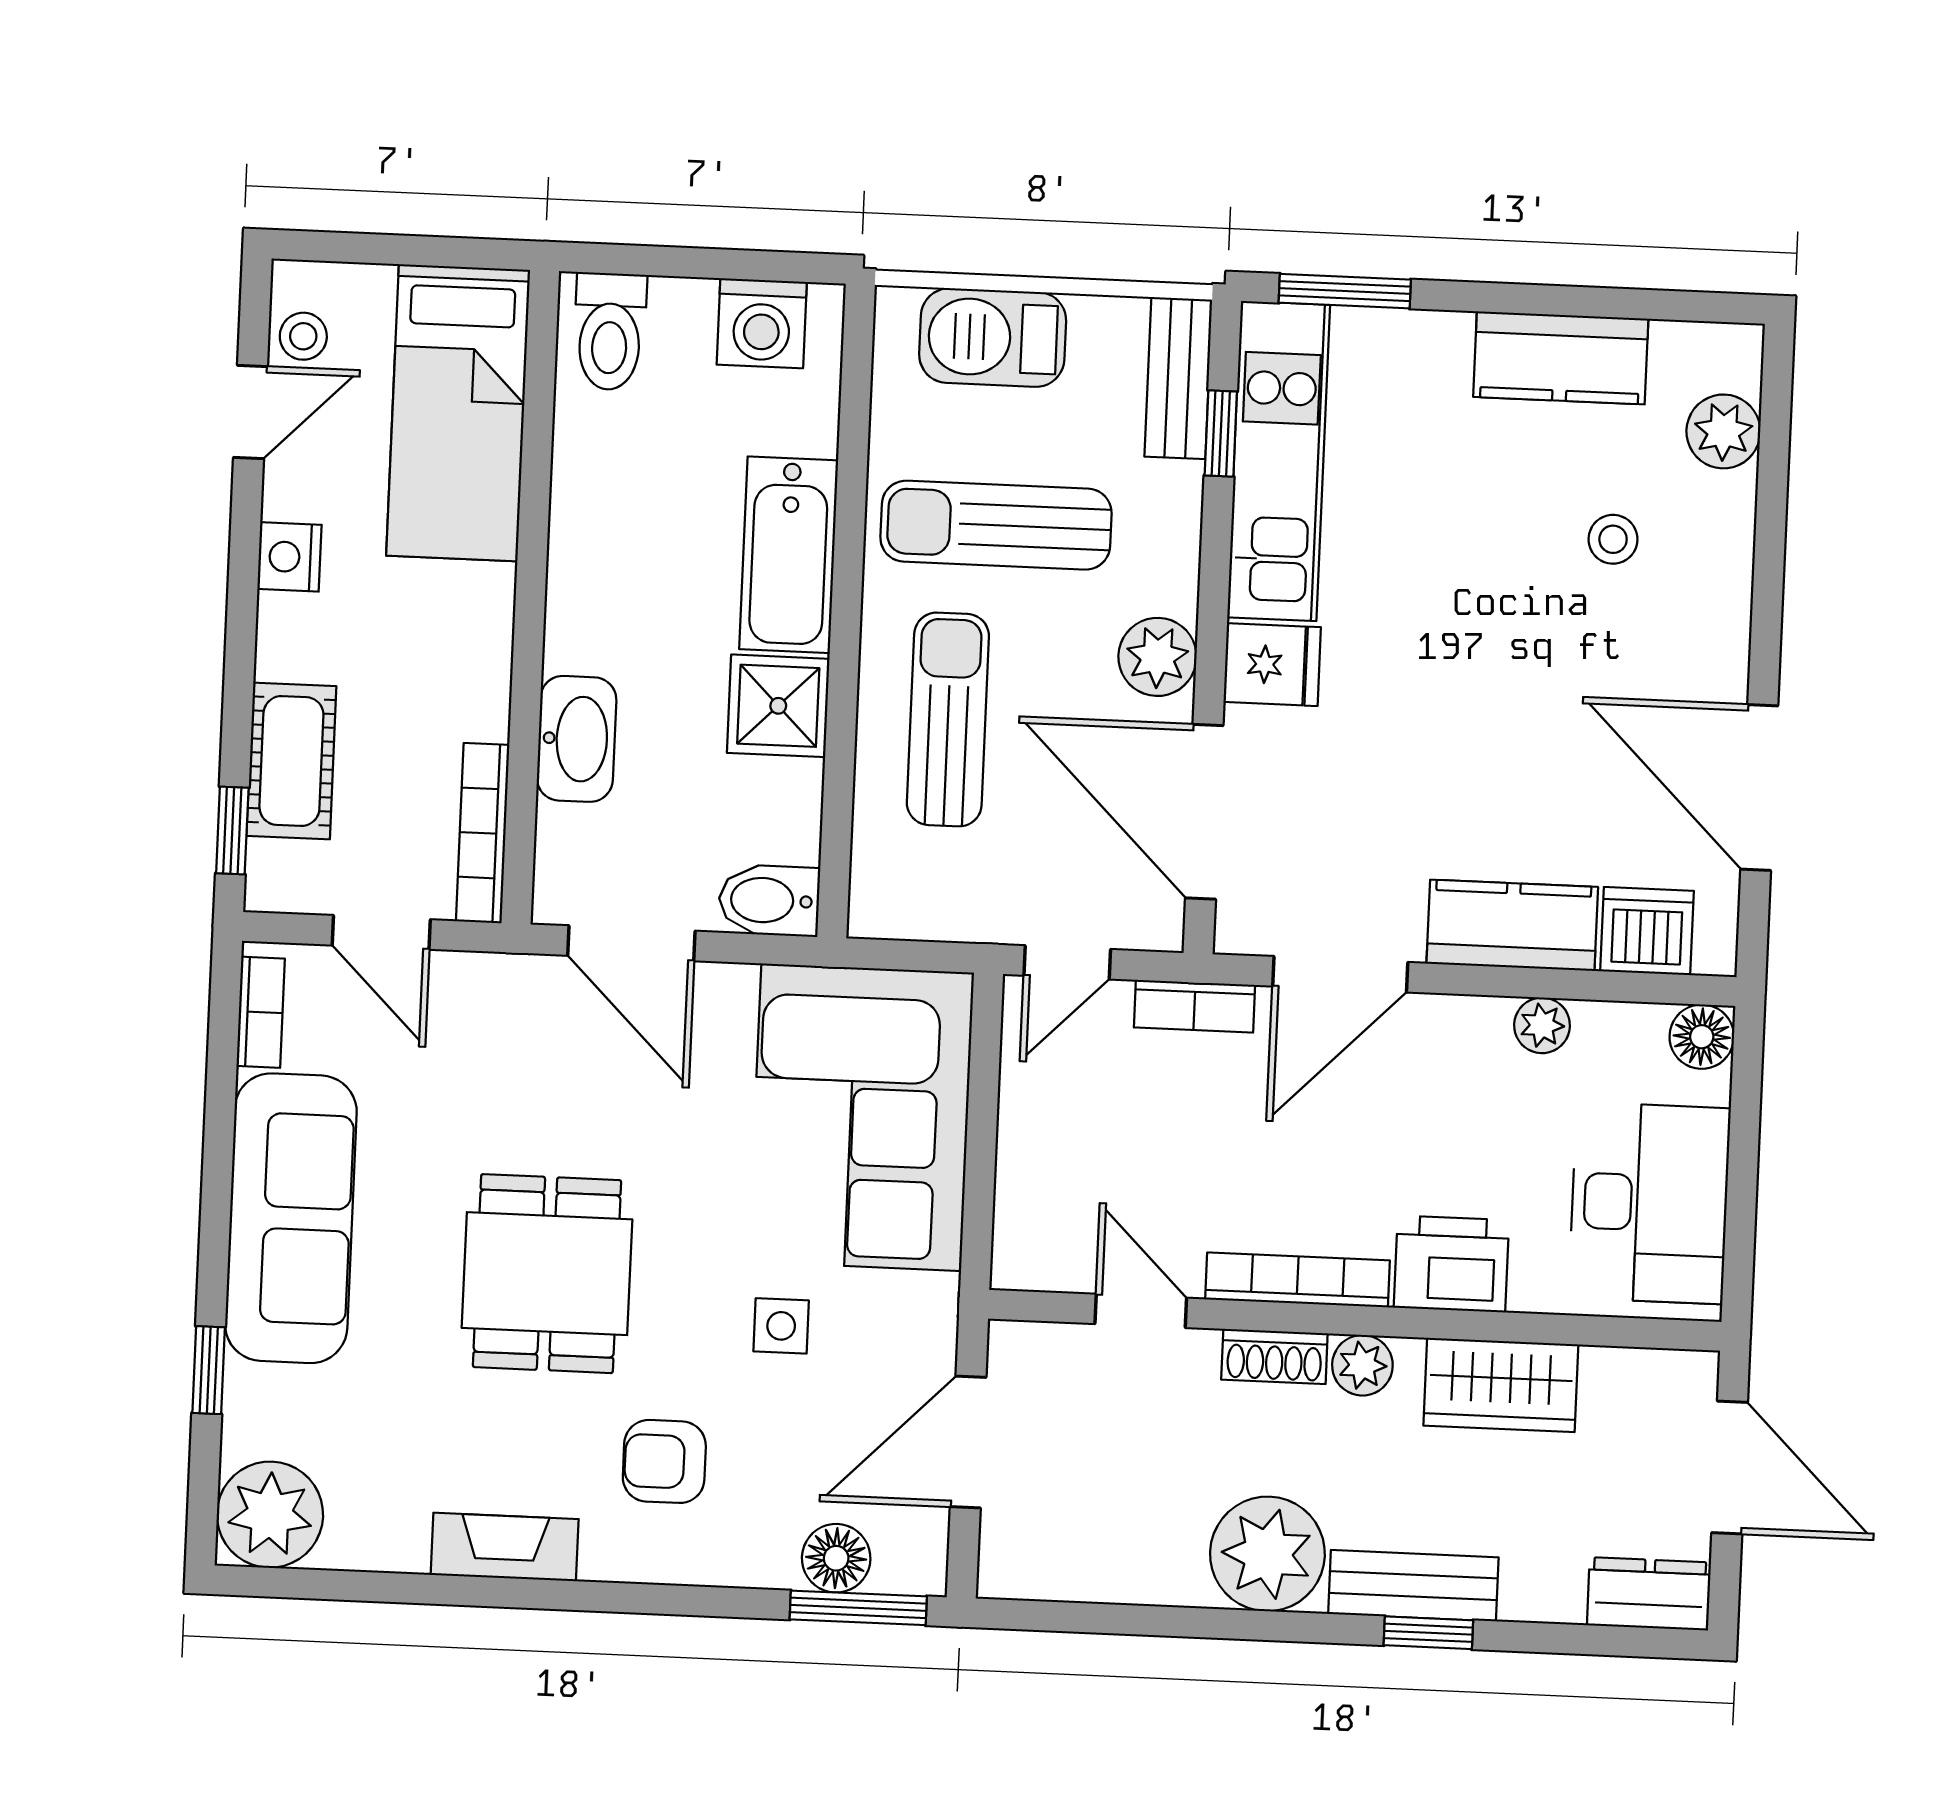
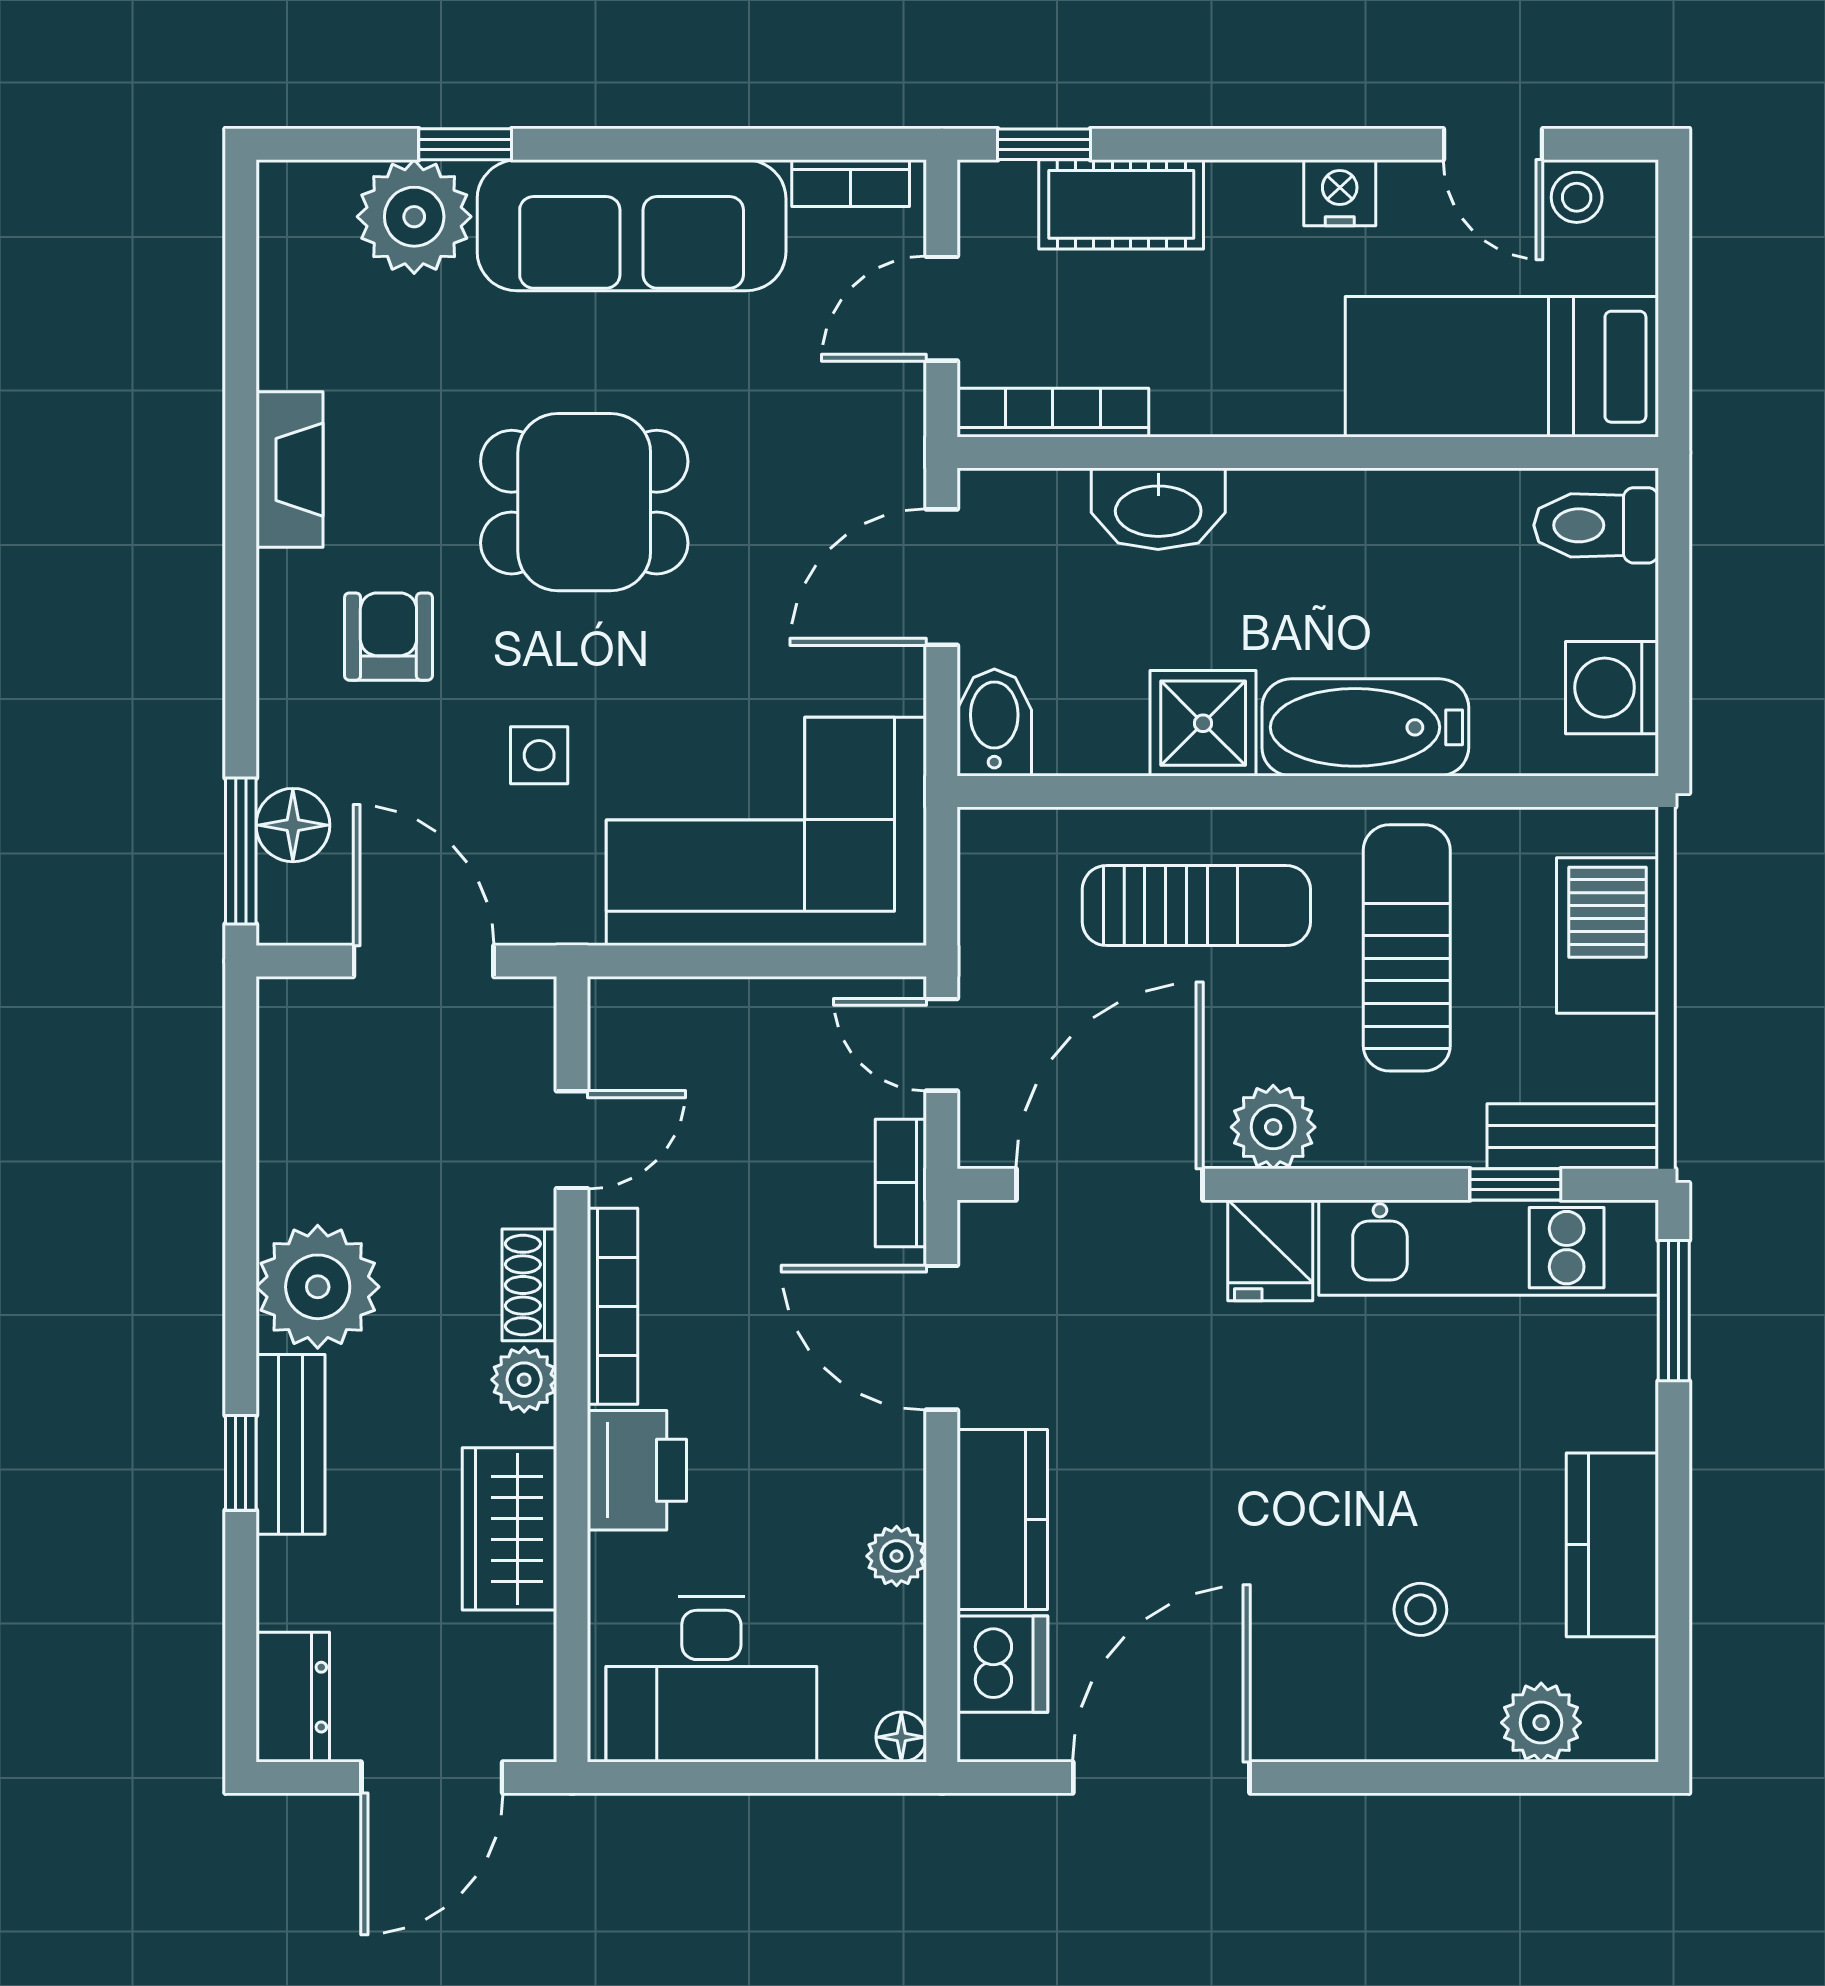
floor lamp: (1702, 1037) -> (901, 1737), width x0.73, depth x0.73
plant: (270, 1515) -> (414, 217), moved

